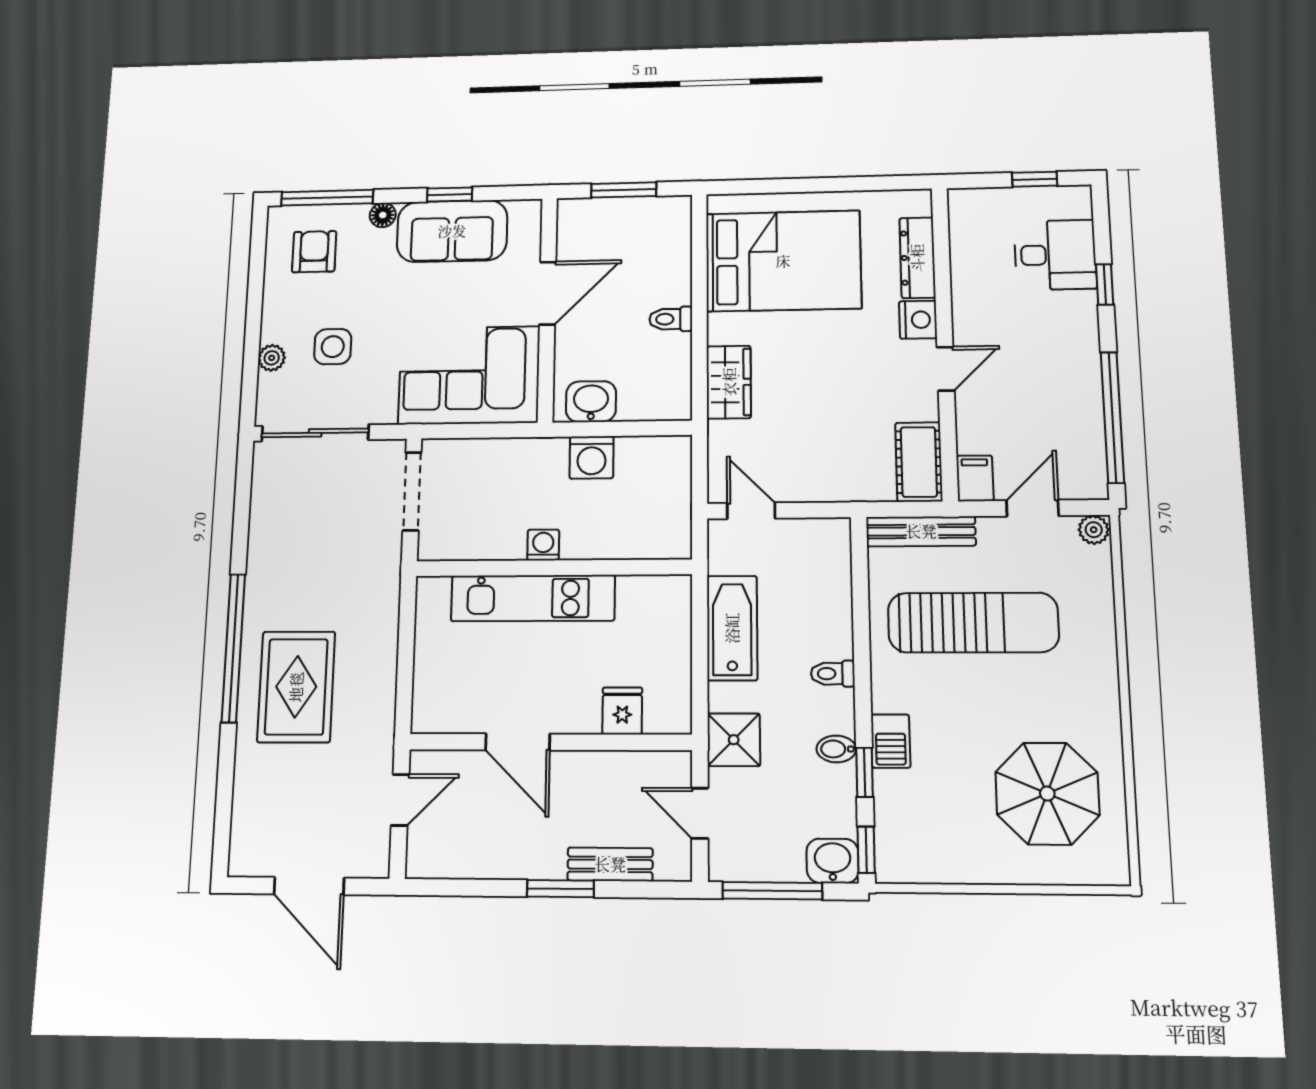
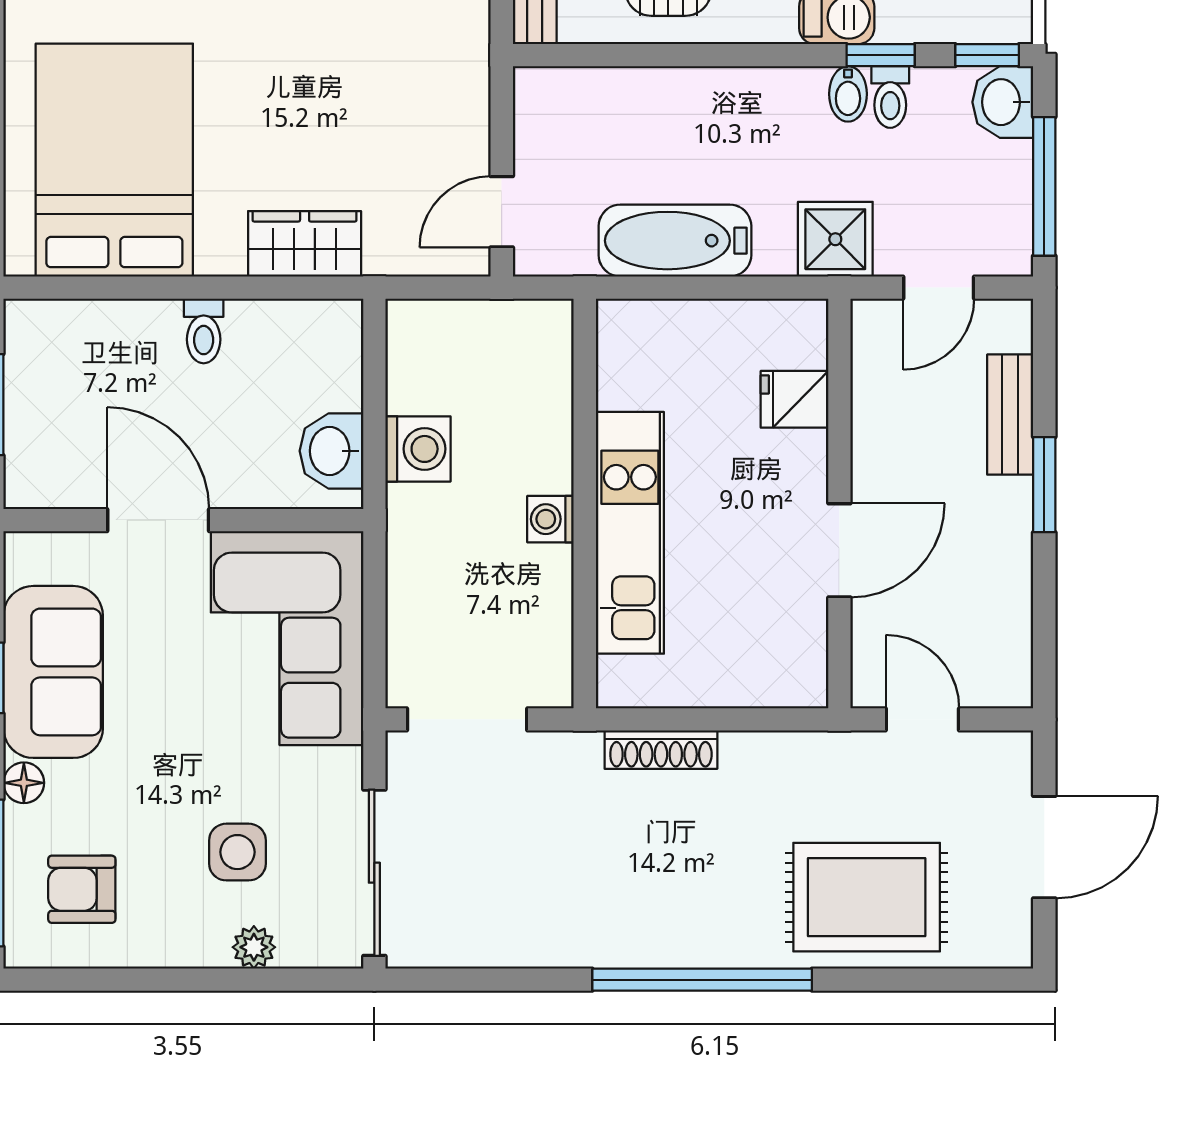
shoe rack: (387, 620) -> (661, 750), added
toilet: (833, 674) -> (890, 97), moved
rug: (296, 687) -> (867, 897), moved

